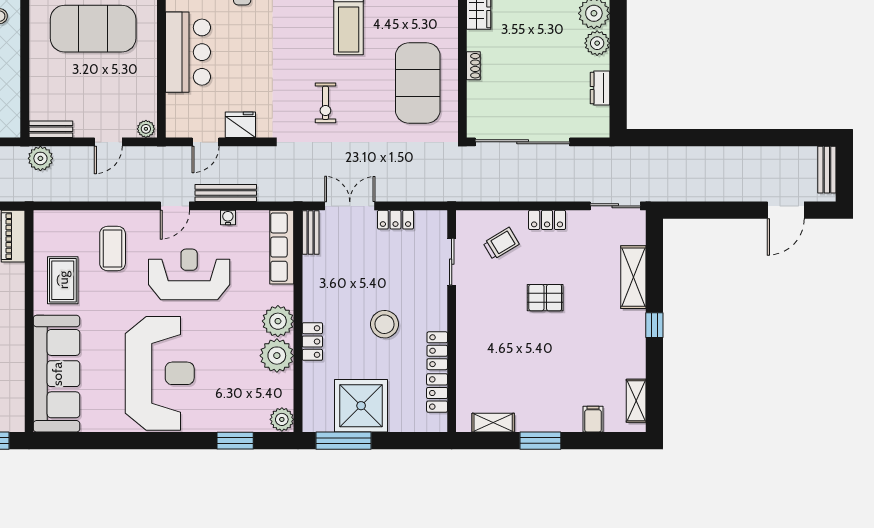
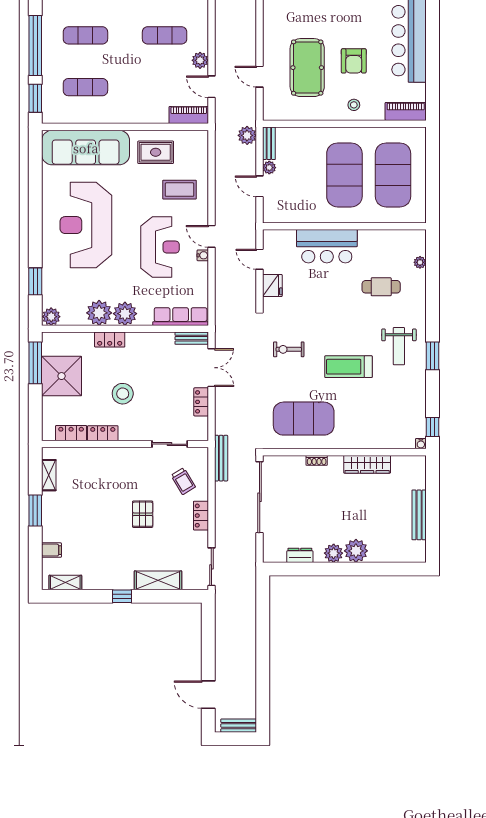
plant: (146, 129) -> (269, 168), moved
bench: (226, 193) -> (221, 458), moved
water cooler: (228, 217) -> (203, 255), moved
reception desk: (160, 373) -> (86, 225), turned 90

